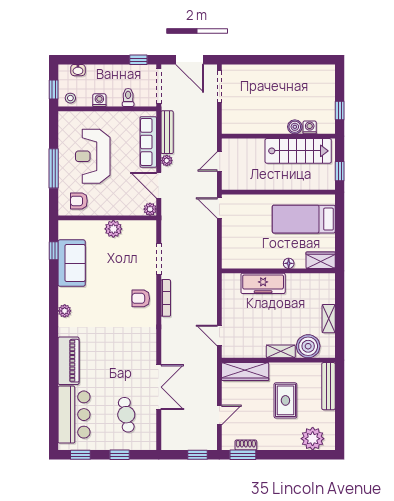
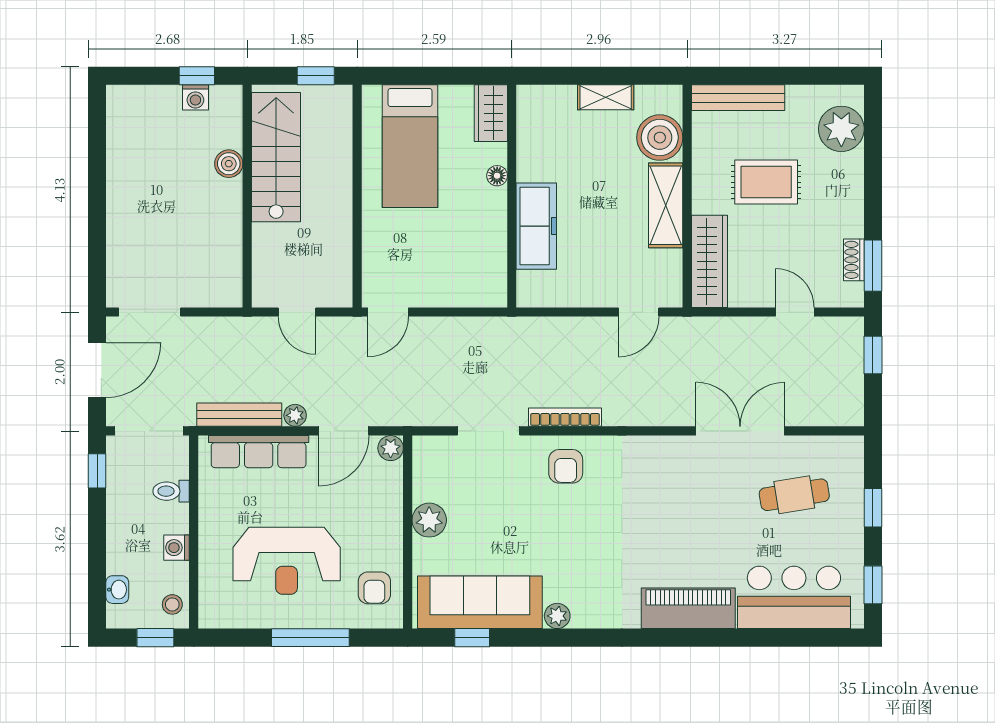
washing machine: (310, 127) -> (195, 97), moved, turned -90
sofa: (72, 263) -> (480, 602), width x1.36
plant: (65, 311) -> (557, 616), moved
shelving: (281, 351) -> (666, 205), width x1.50, depth x1.33

